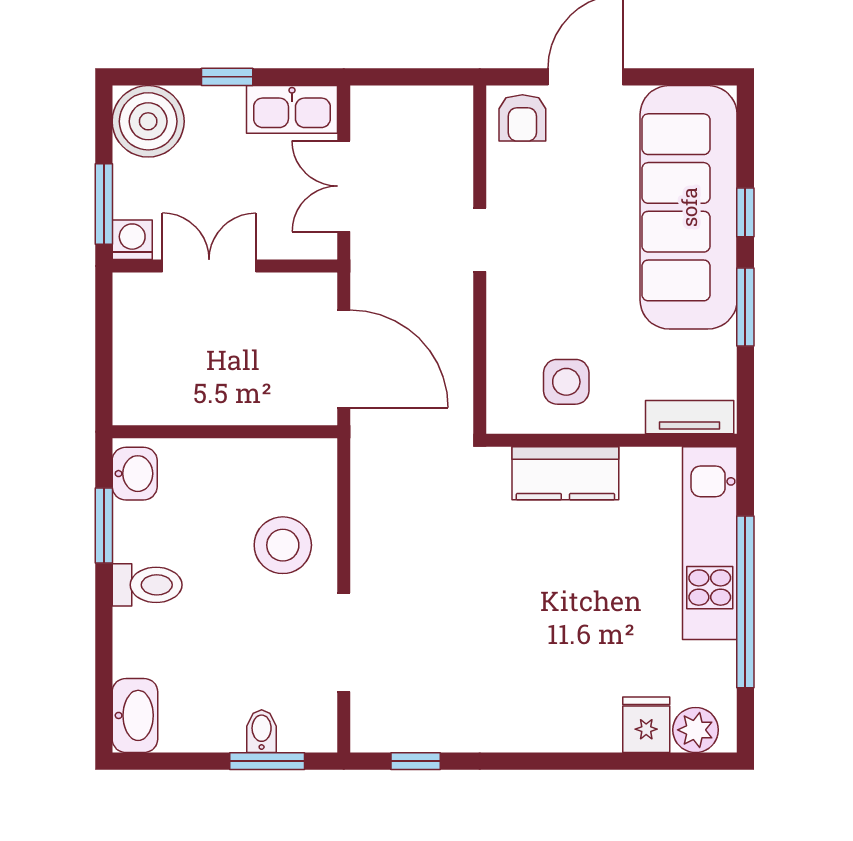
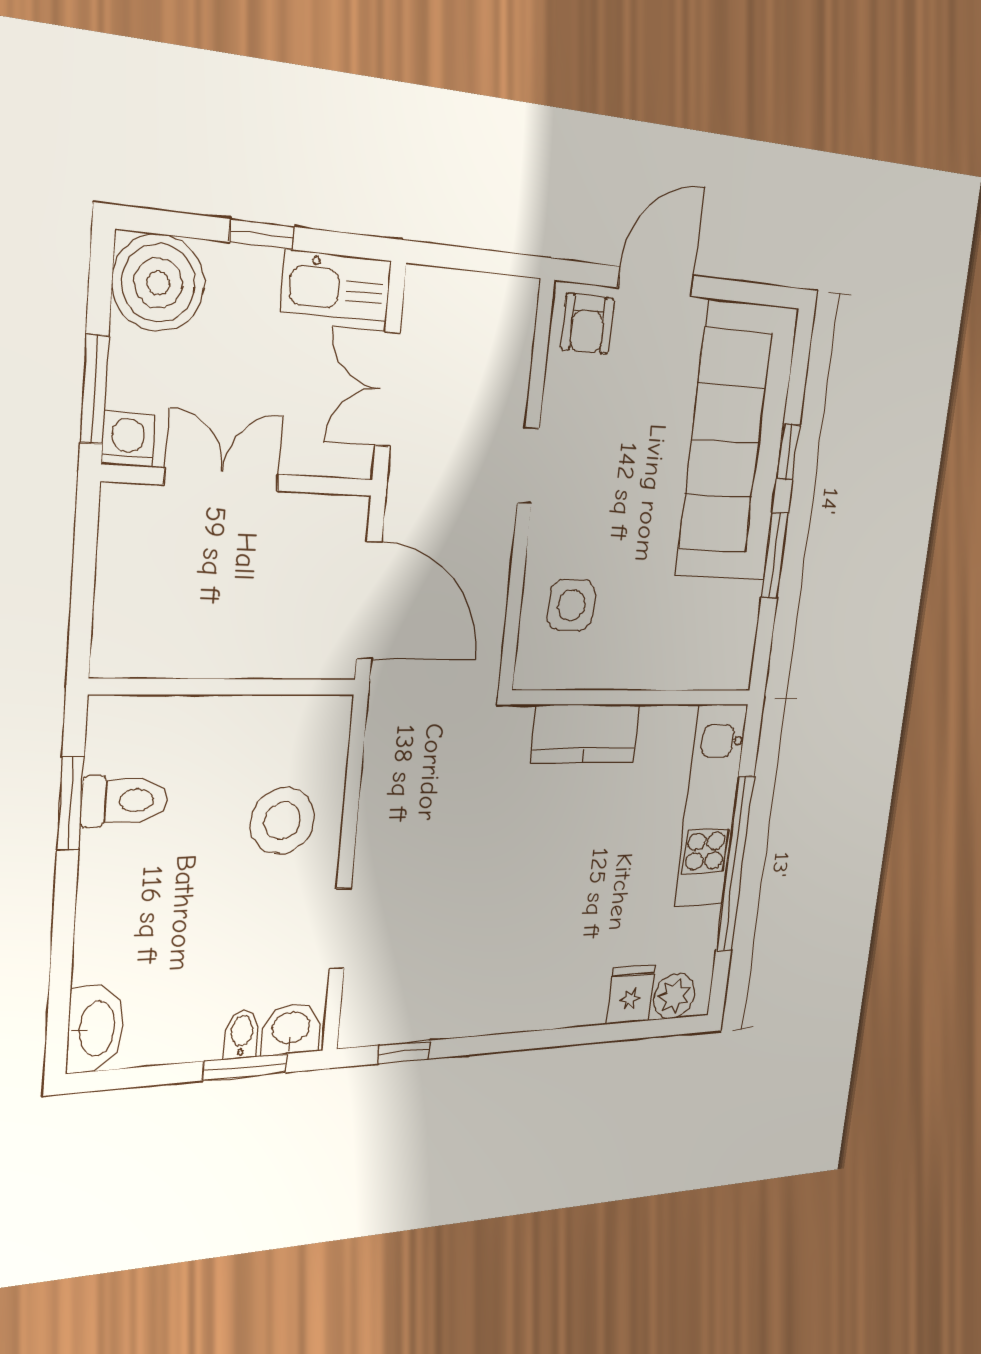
side table: (566, 382) -> (571, 605), moved
tv unit: (690, 417) -> (709, 673), removed
washbasin: (135, 474) -> (291, 1029), moved, turned -90
toilet: (147, 585) -> (124, 801), moved
doorway: (344, 642) -> (340, 929), width x0.73

